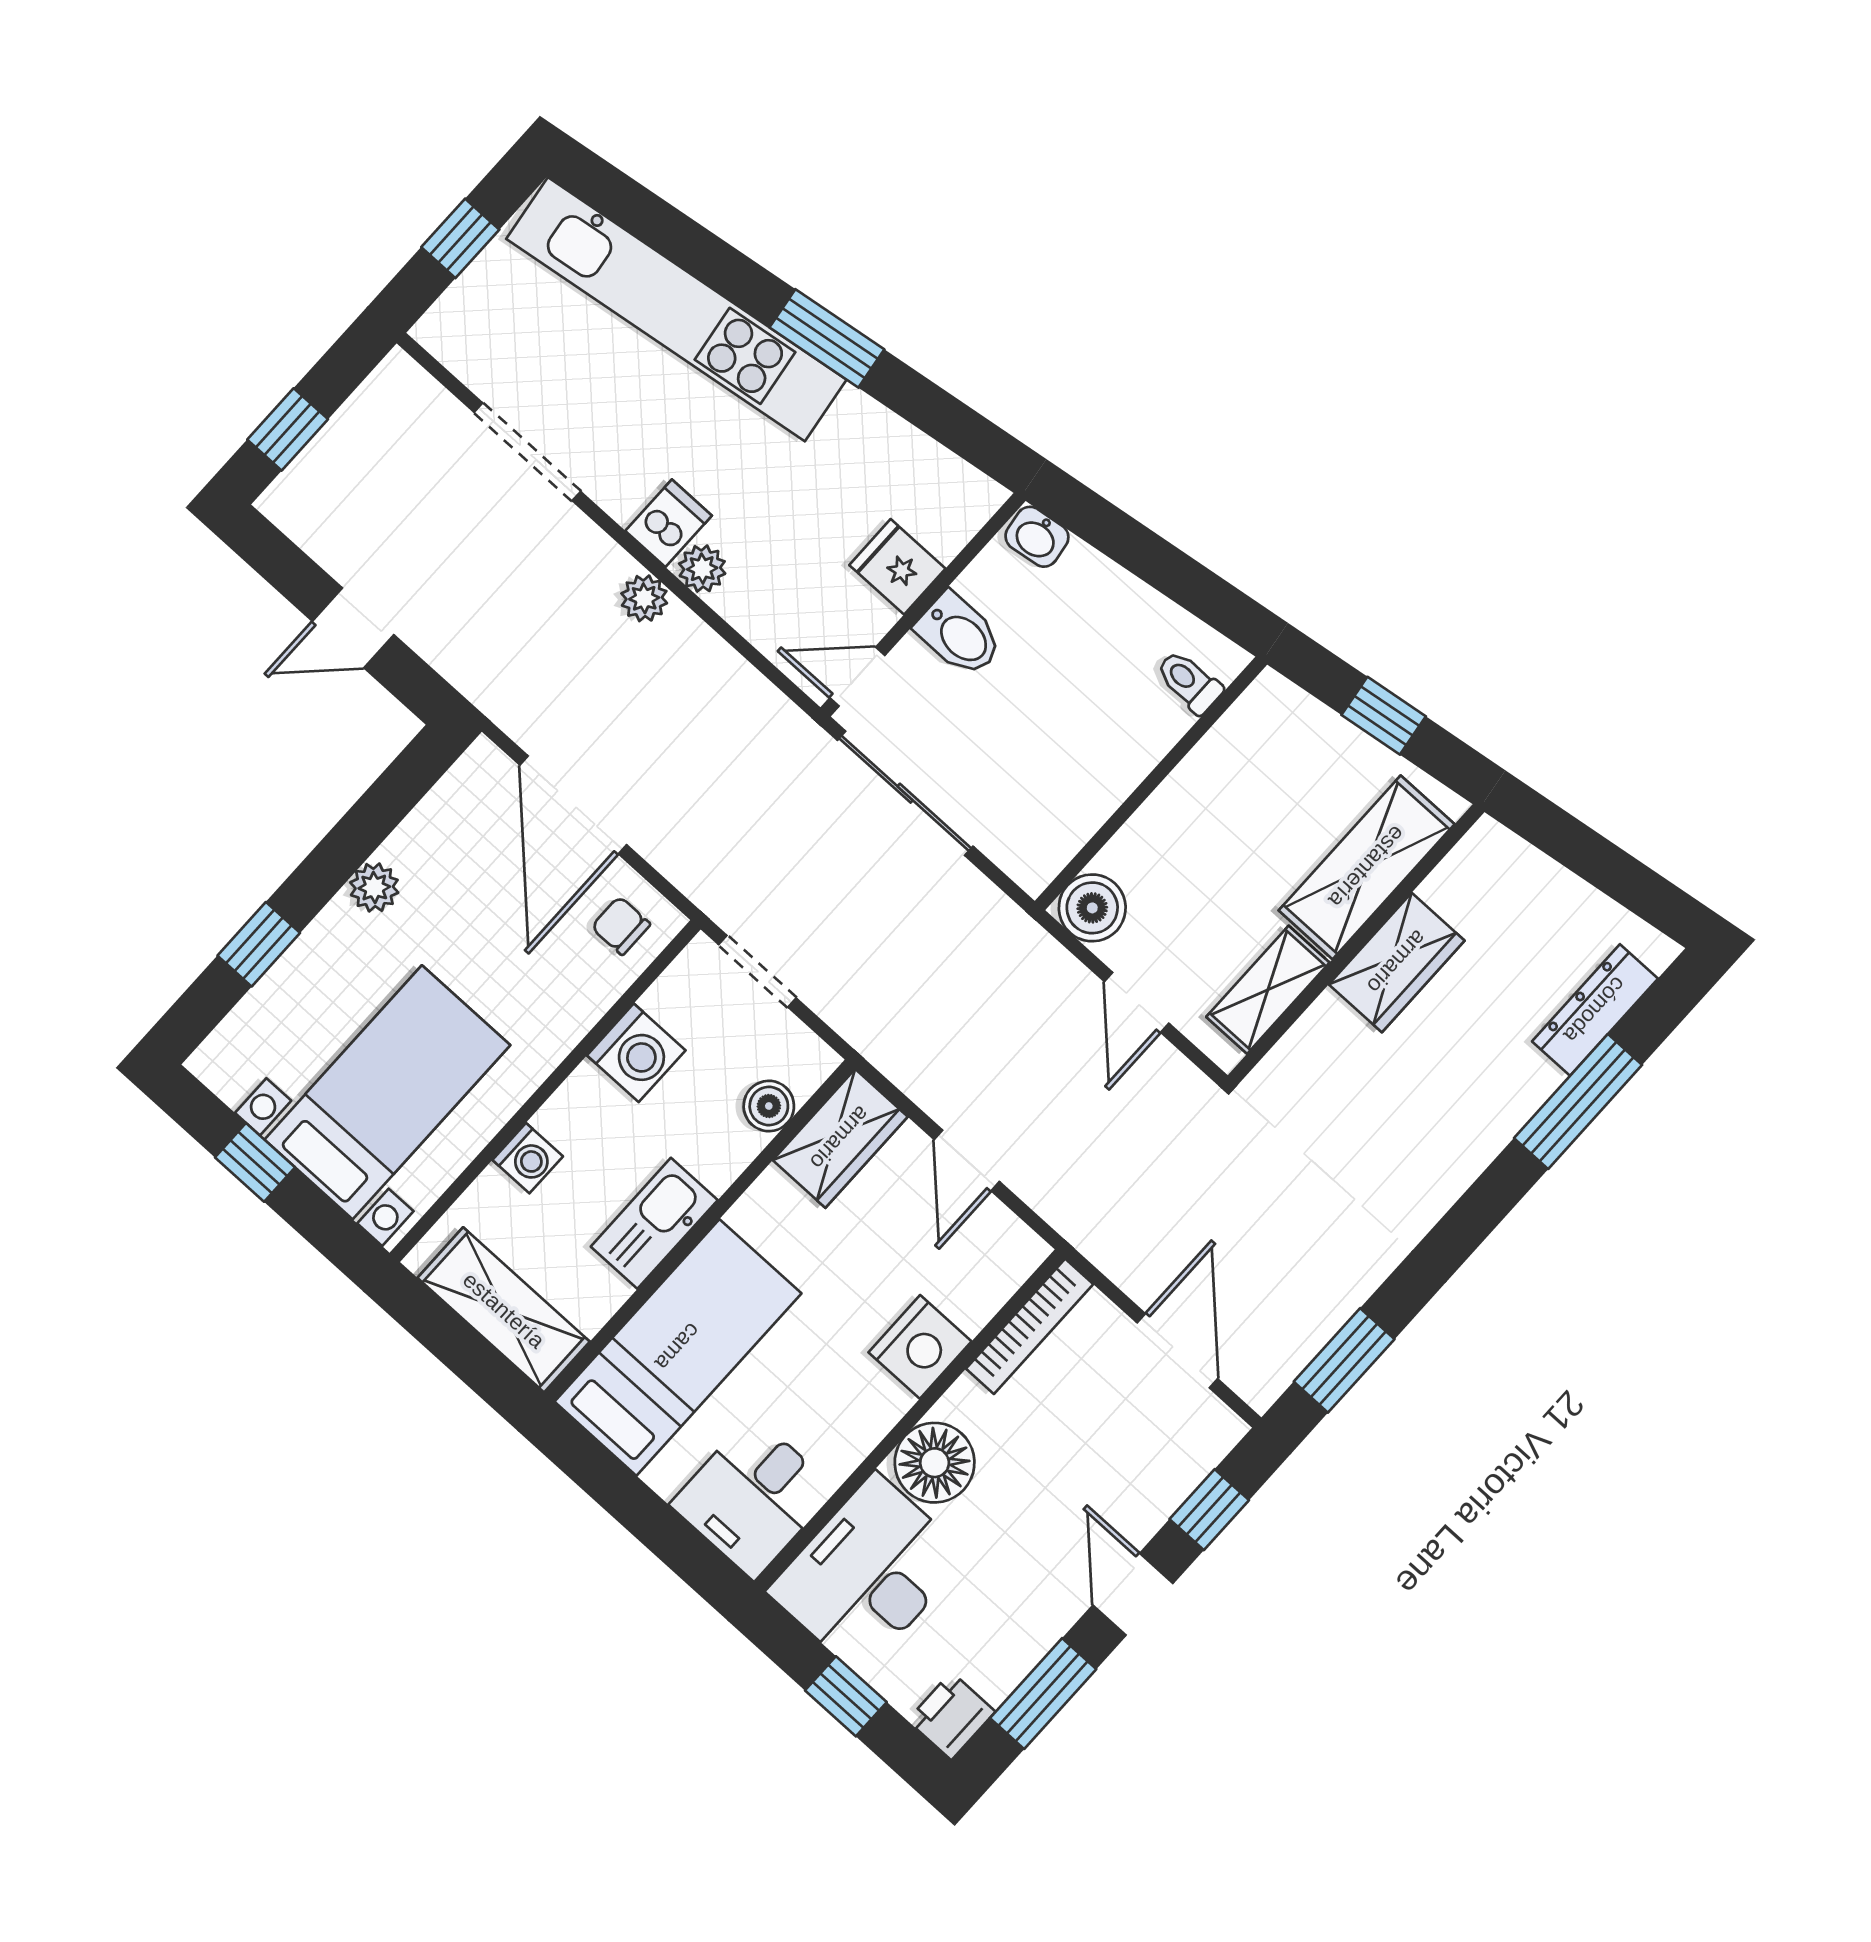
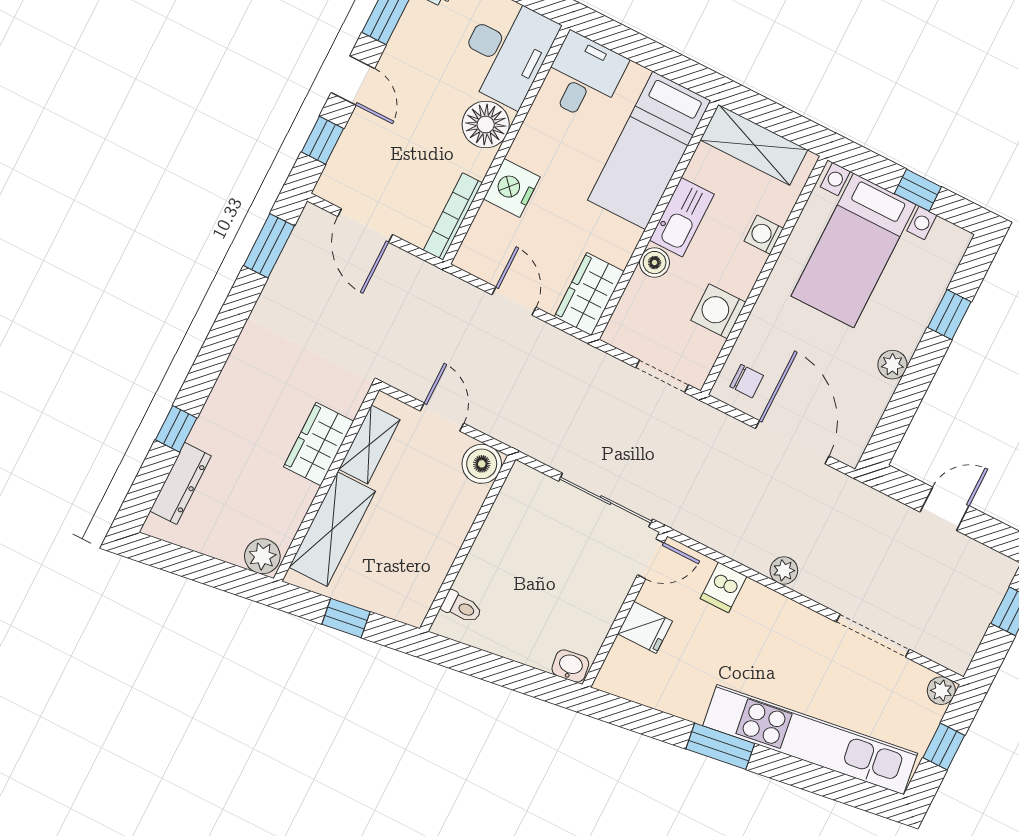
dishwasher: (669, 523) -> (724, 587), moved
plant: (702, 569) -> (941, 691), moved
bidet: (959, 635) -> (599, 598), removed
plant: (1493, 854) -> (262, 556), added
wardrobe: (1397, 962) -> (319, 444), moved
window: (1578, 1101) -> (176, 429), width x0.46
boiler: (769, 1106) -> (655, 263), moved

